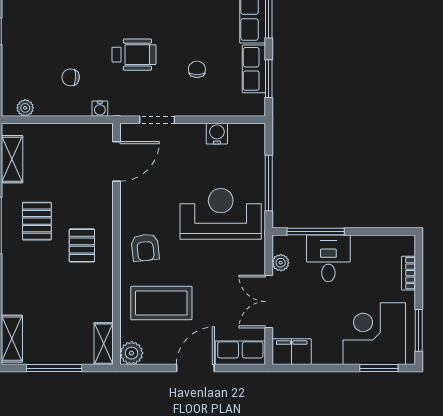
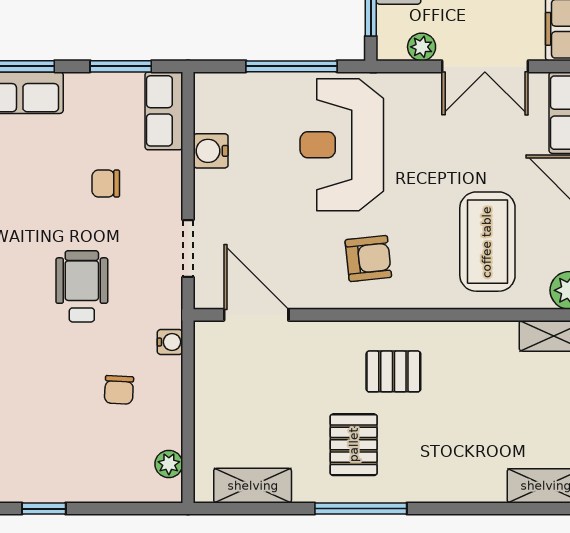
row of seats: (254, 69) -> (164, 111), moved, turned 90
pallet: (37, 221) -> (354, 445), turned 90
armchair: (145, 248) -> (368, 259), moved

